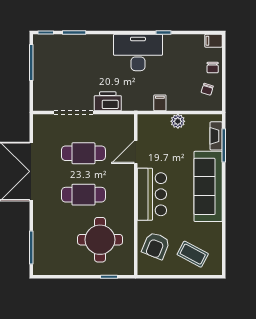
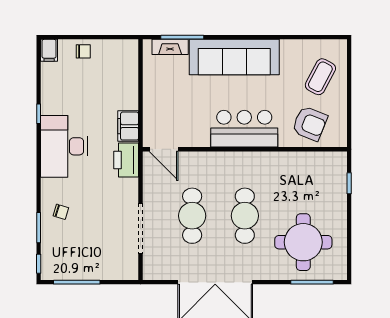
chair: (207, 89) -> (61, 212), moved
printer: (108, 101) -> (126, 160), moved
filing cabinet: (160, 103) -> (128, 126), width x2.00
plant: (178, 121) -> (151, 96), removed
door: (136, 152) -> (164, 149), moved
round table: (100, 240) -> (303, 242), moved

